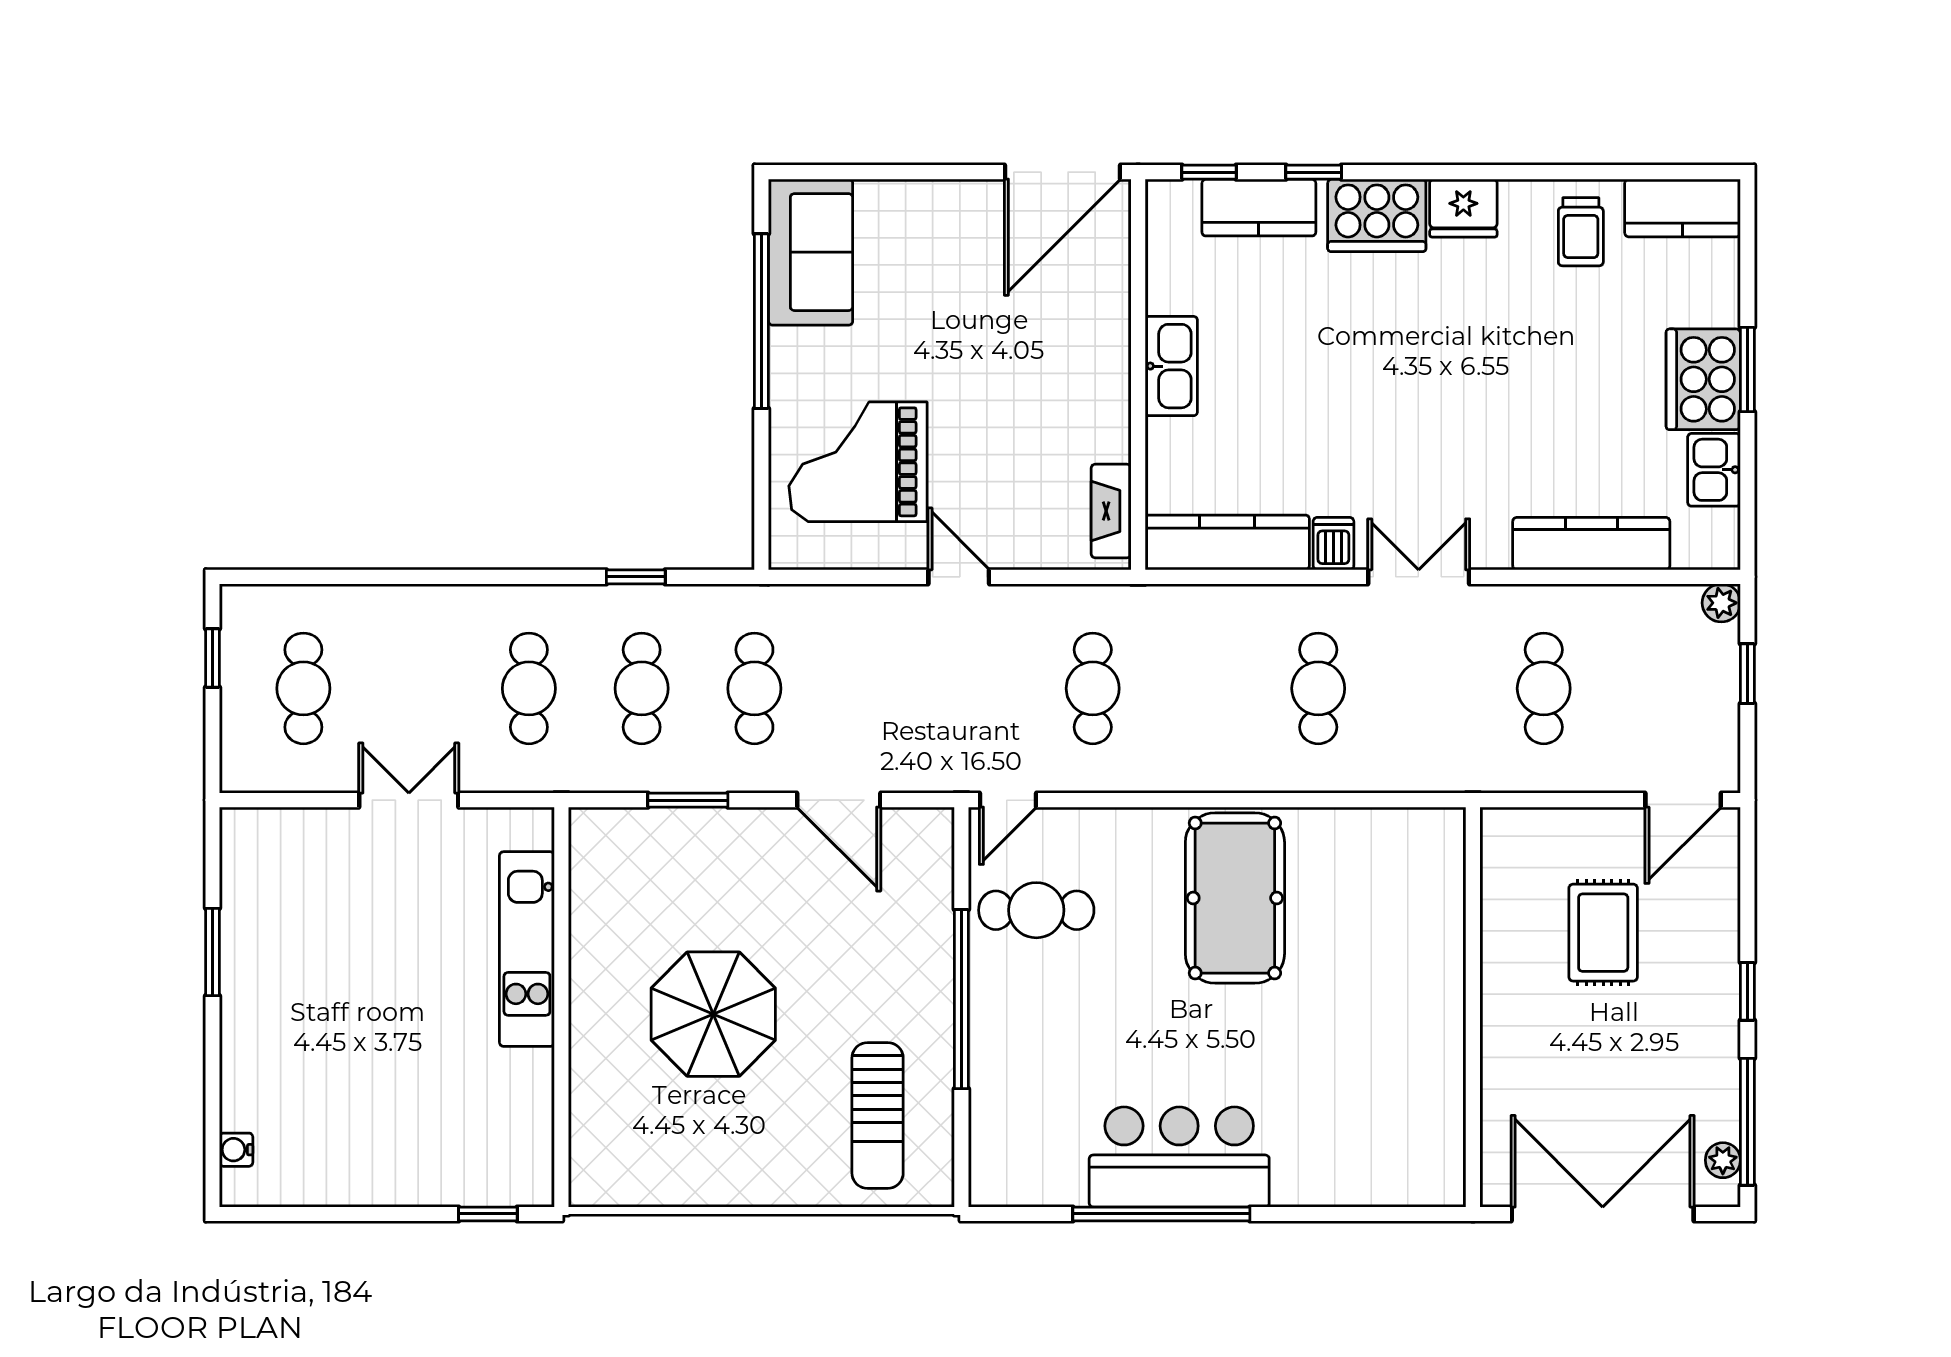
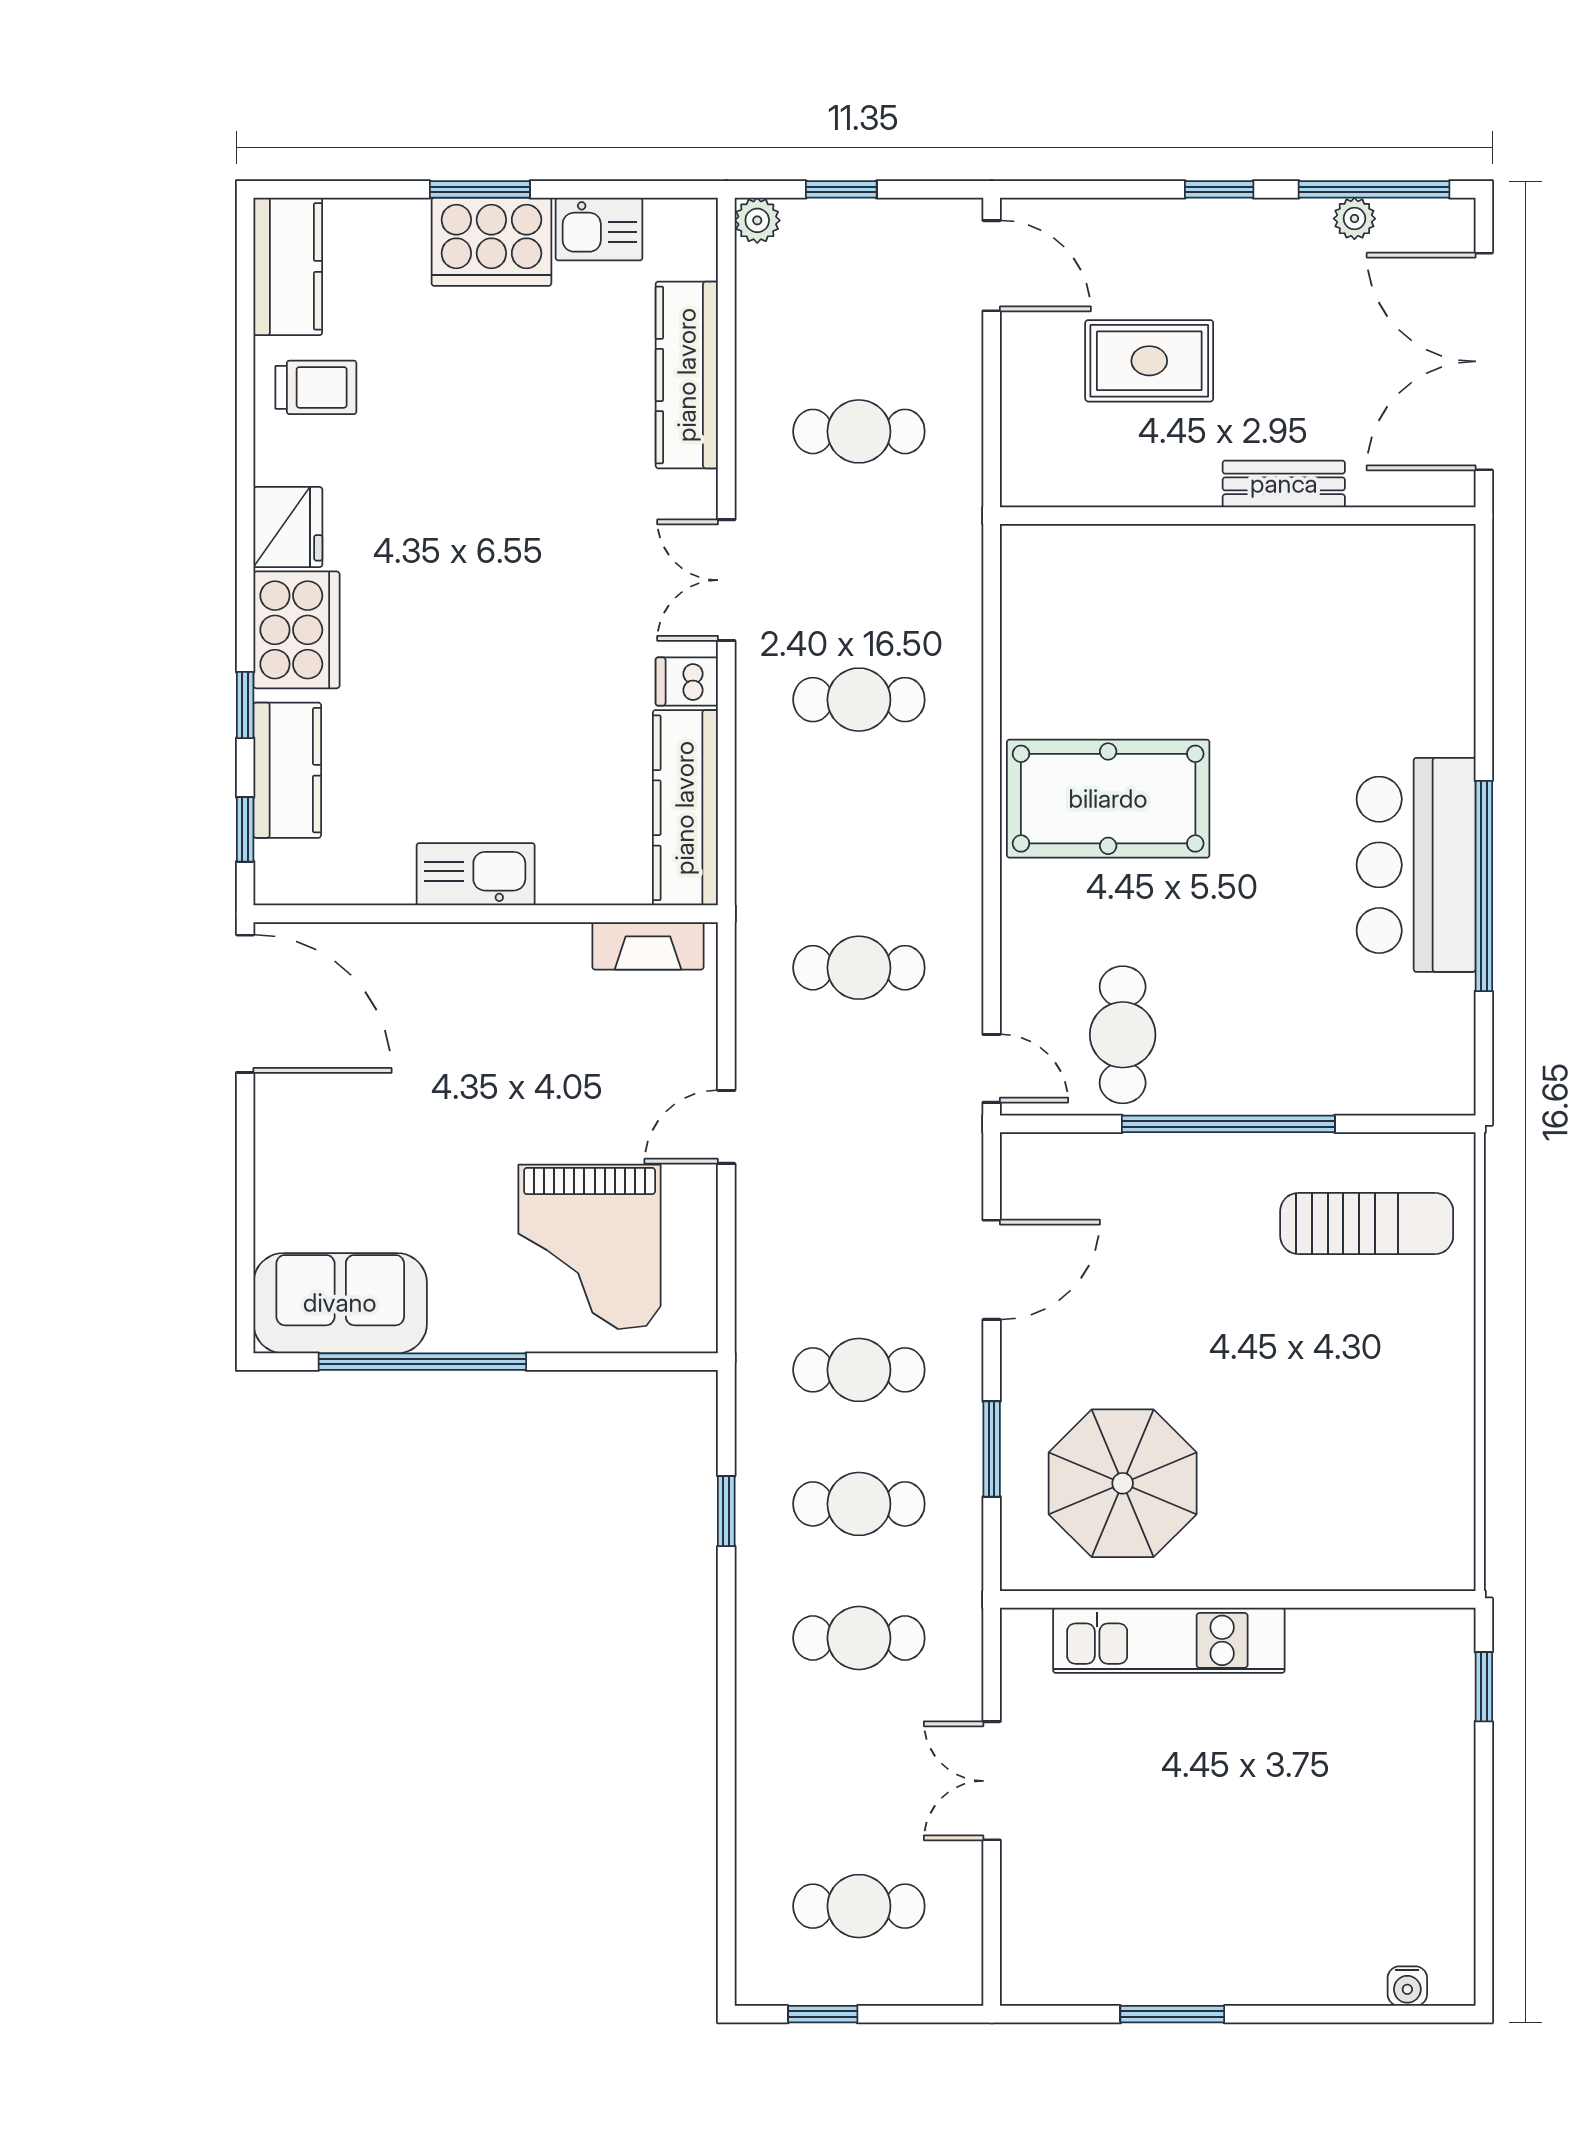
parasol: (713, 1014) -> (1123, 1483), moved
bench: (1500, 1046) -> (1284, 484), added
plant: (1723, 1160) -> (1354, 219), moved

